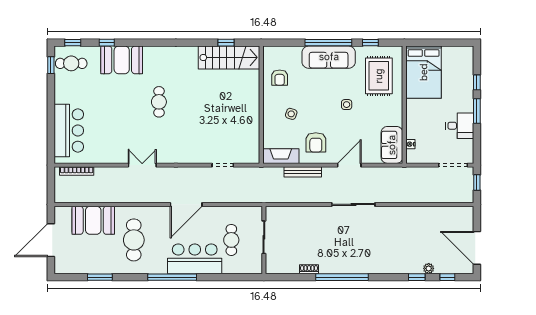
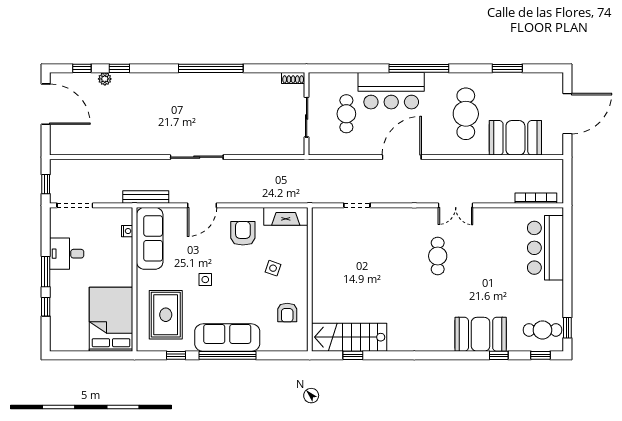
armchair: (280, 78) -> (287, 313), turned 180
cafe table: (159, 102) -> (438, 256), moved
sofa: (392, 145) -> (150, 238), width x1.36
bench: (303, 172) -> (146, 197), moved
shoe rack: (309, 269) -> (293, 78), moved

